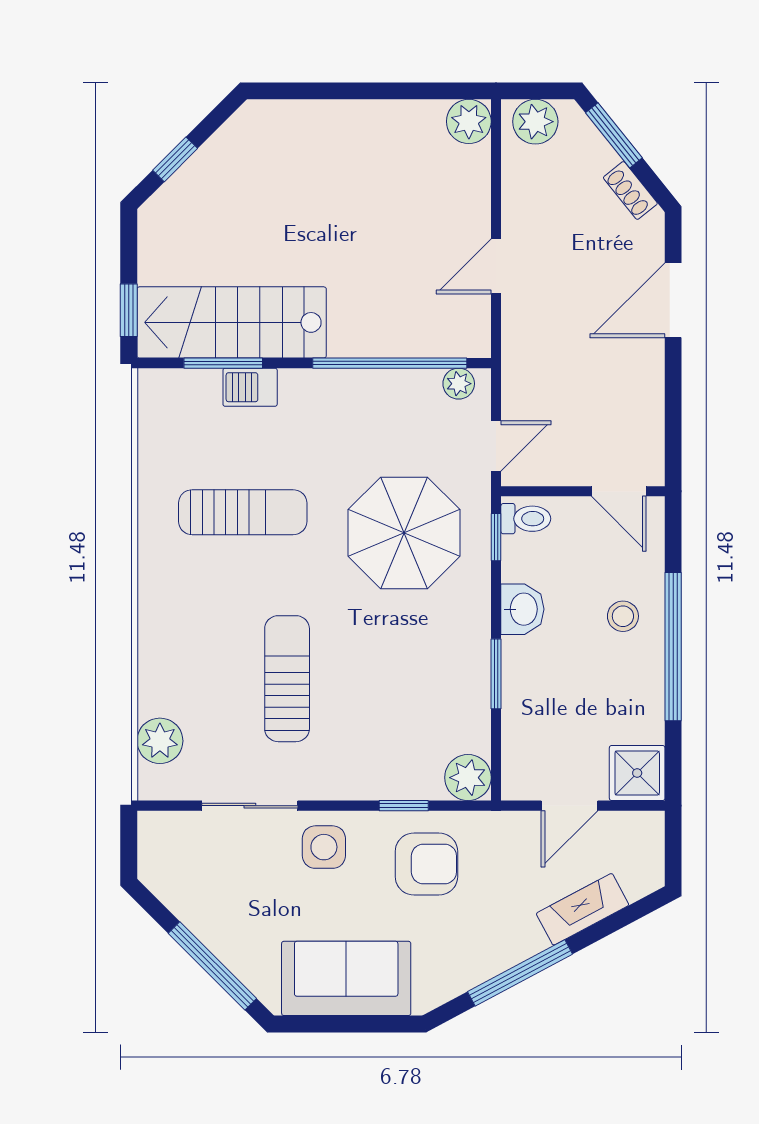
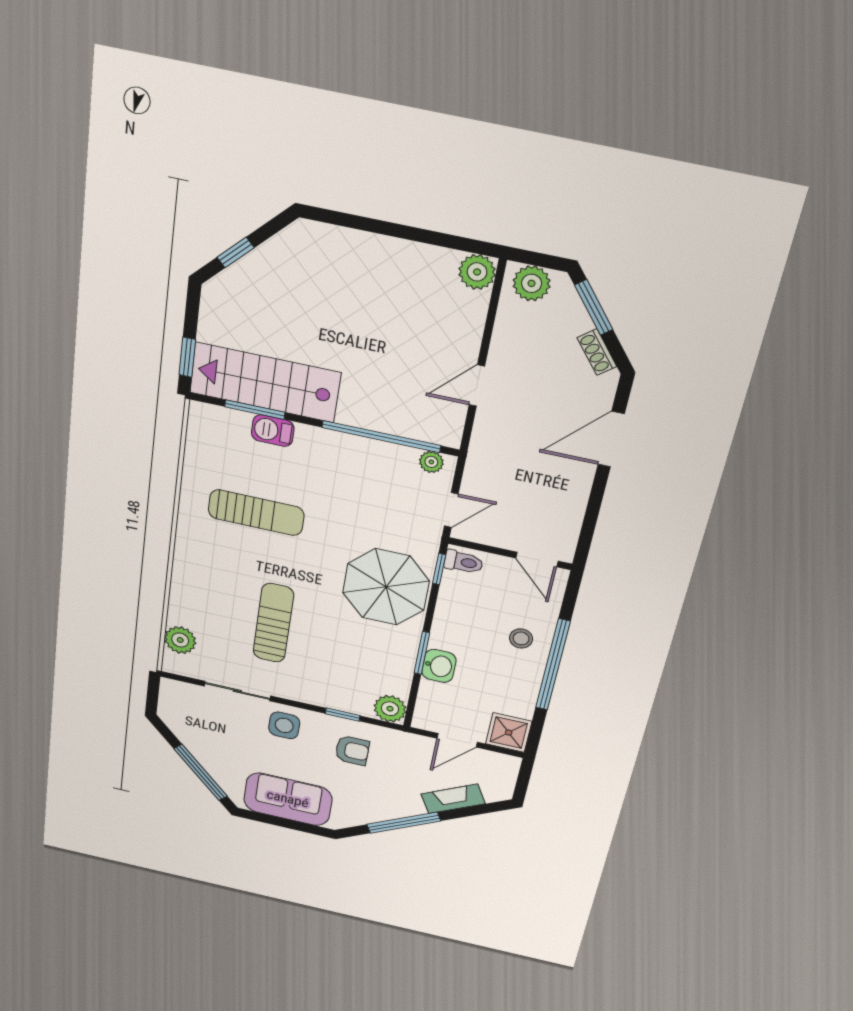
parasol: (404, 533) -> (386, 587), moved
washbasin: (522, 609) -> (439, 666), moved
armchair: (426, 864) -> (352, 750), width x0.72, depth x0.72

